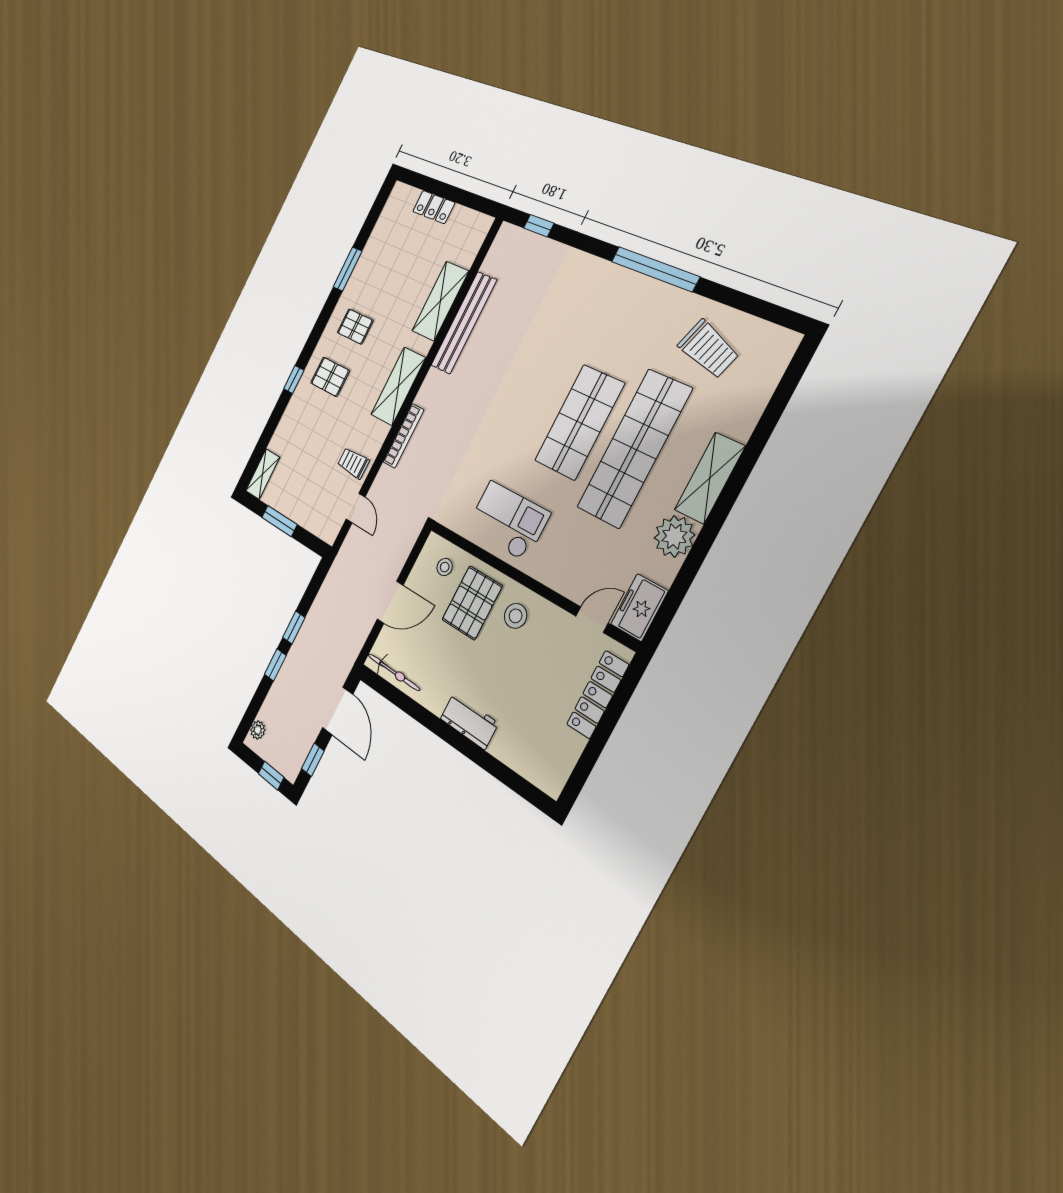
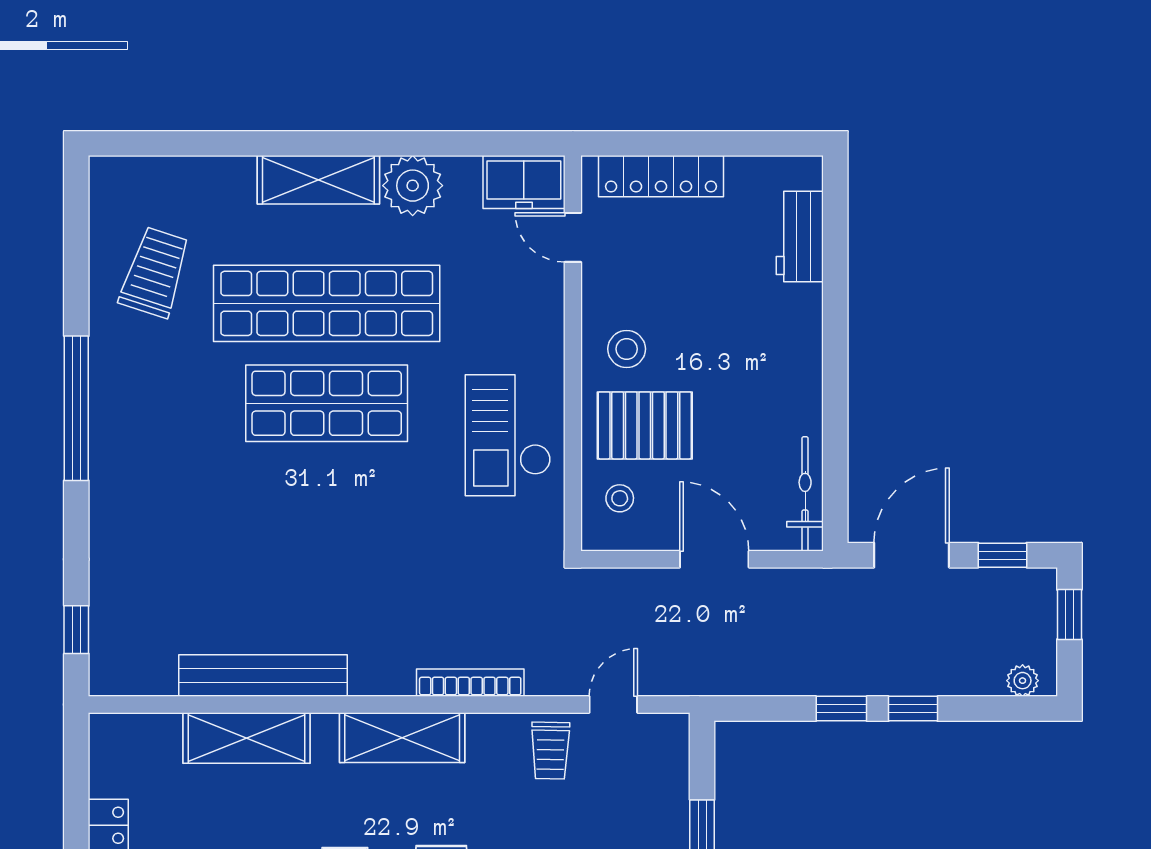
workbench: (469, 721) -> (800, 237), moved

